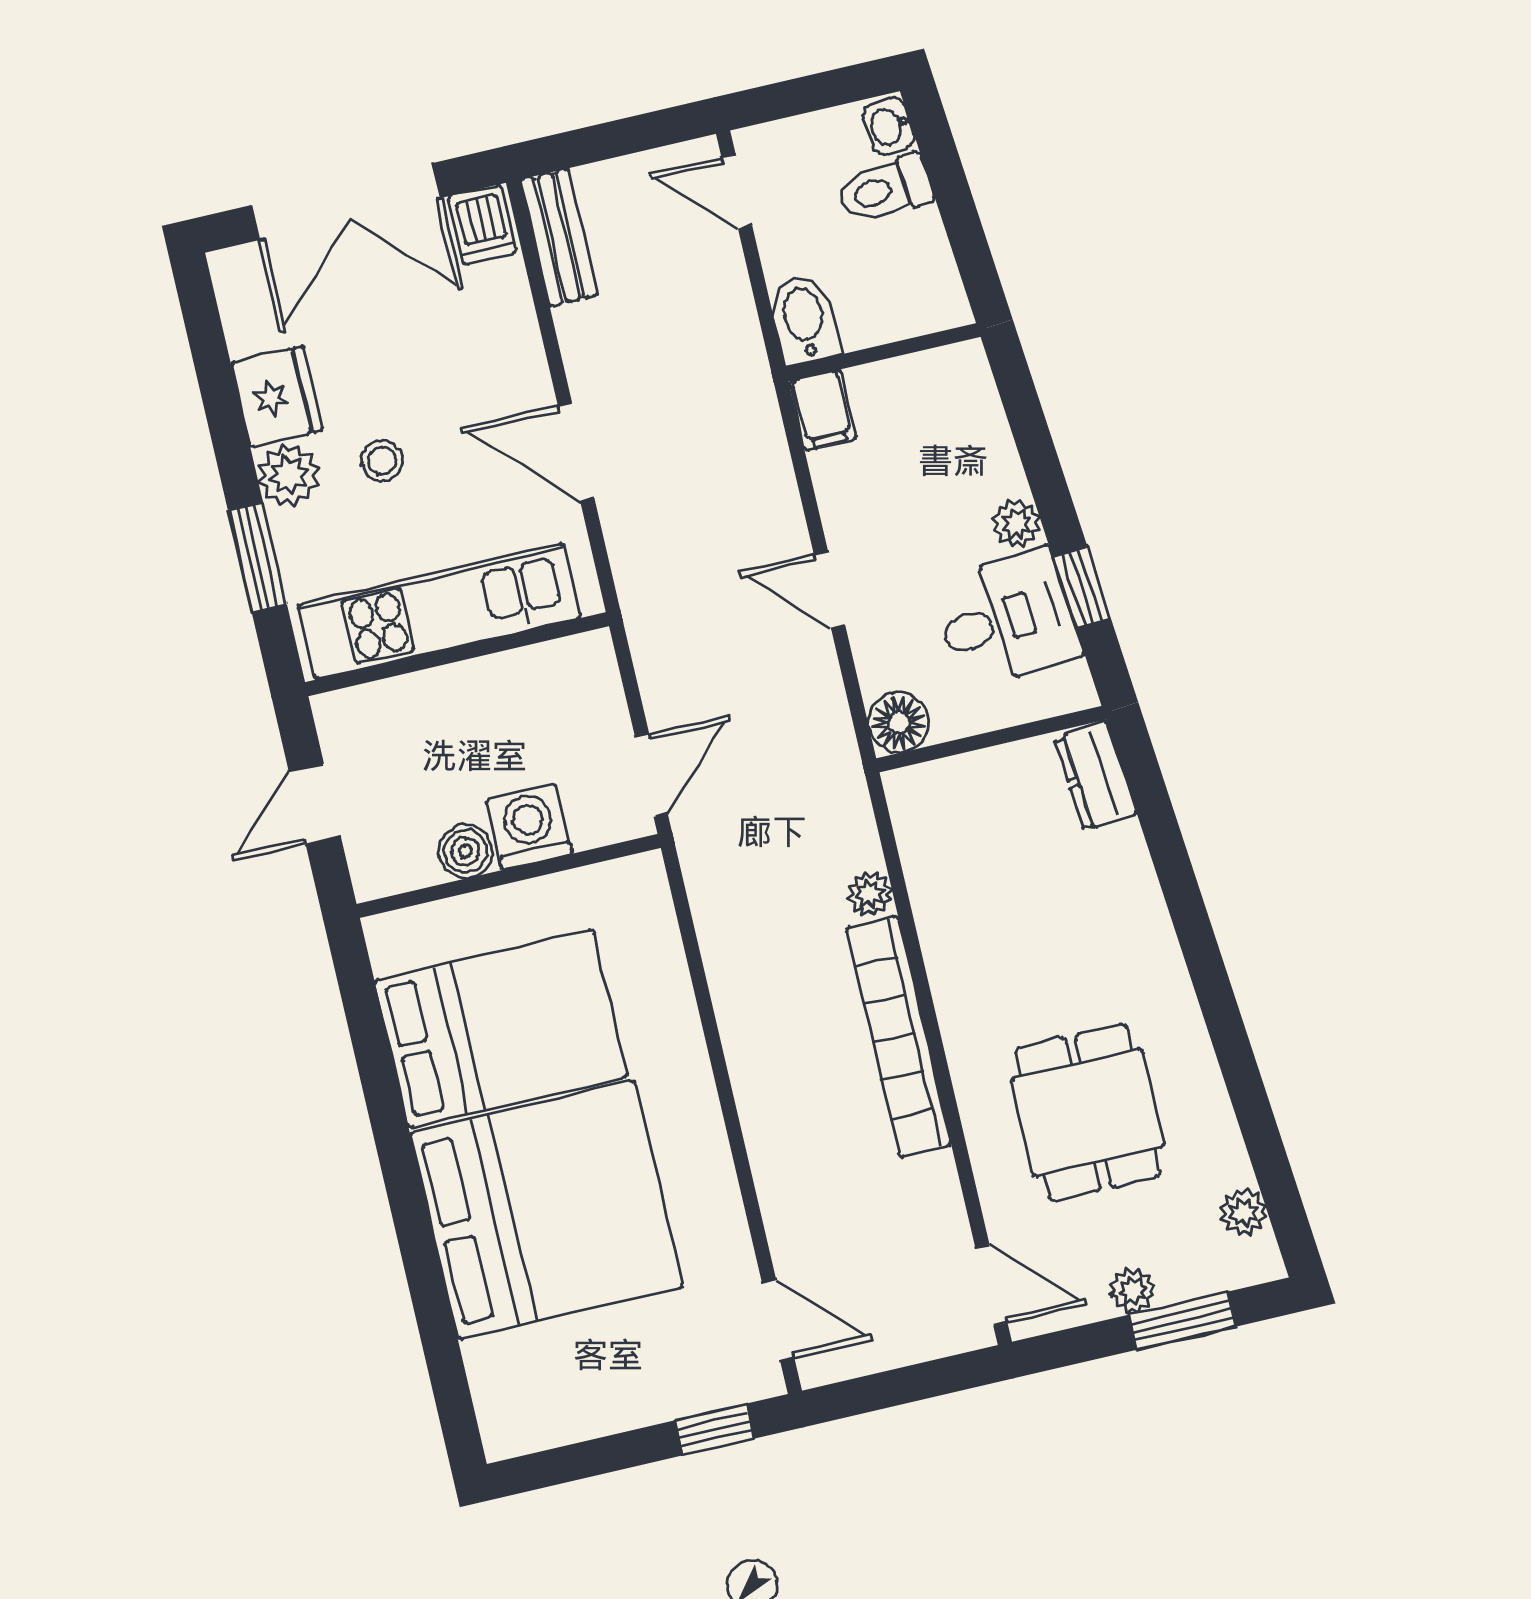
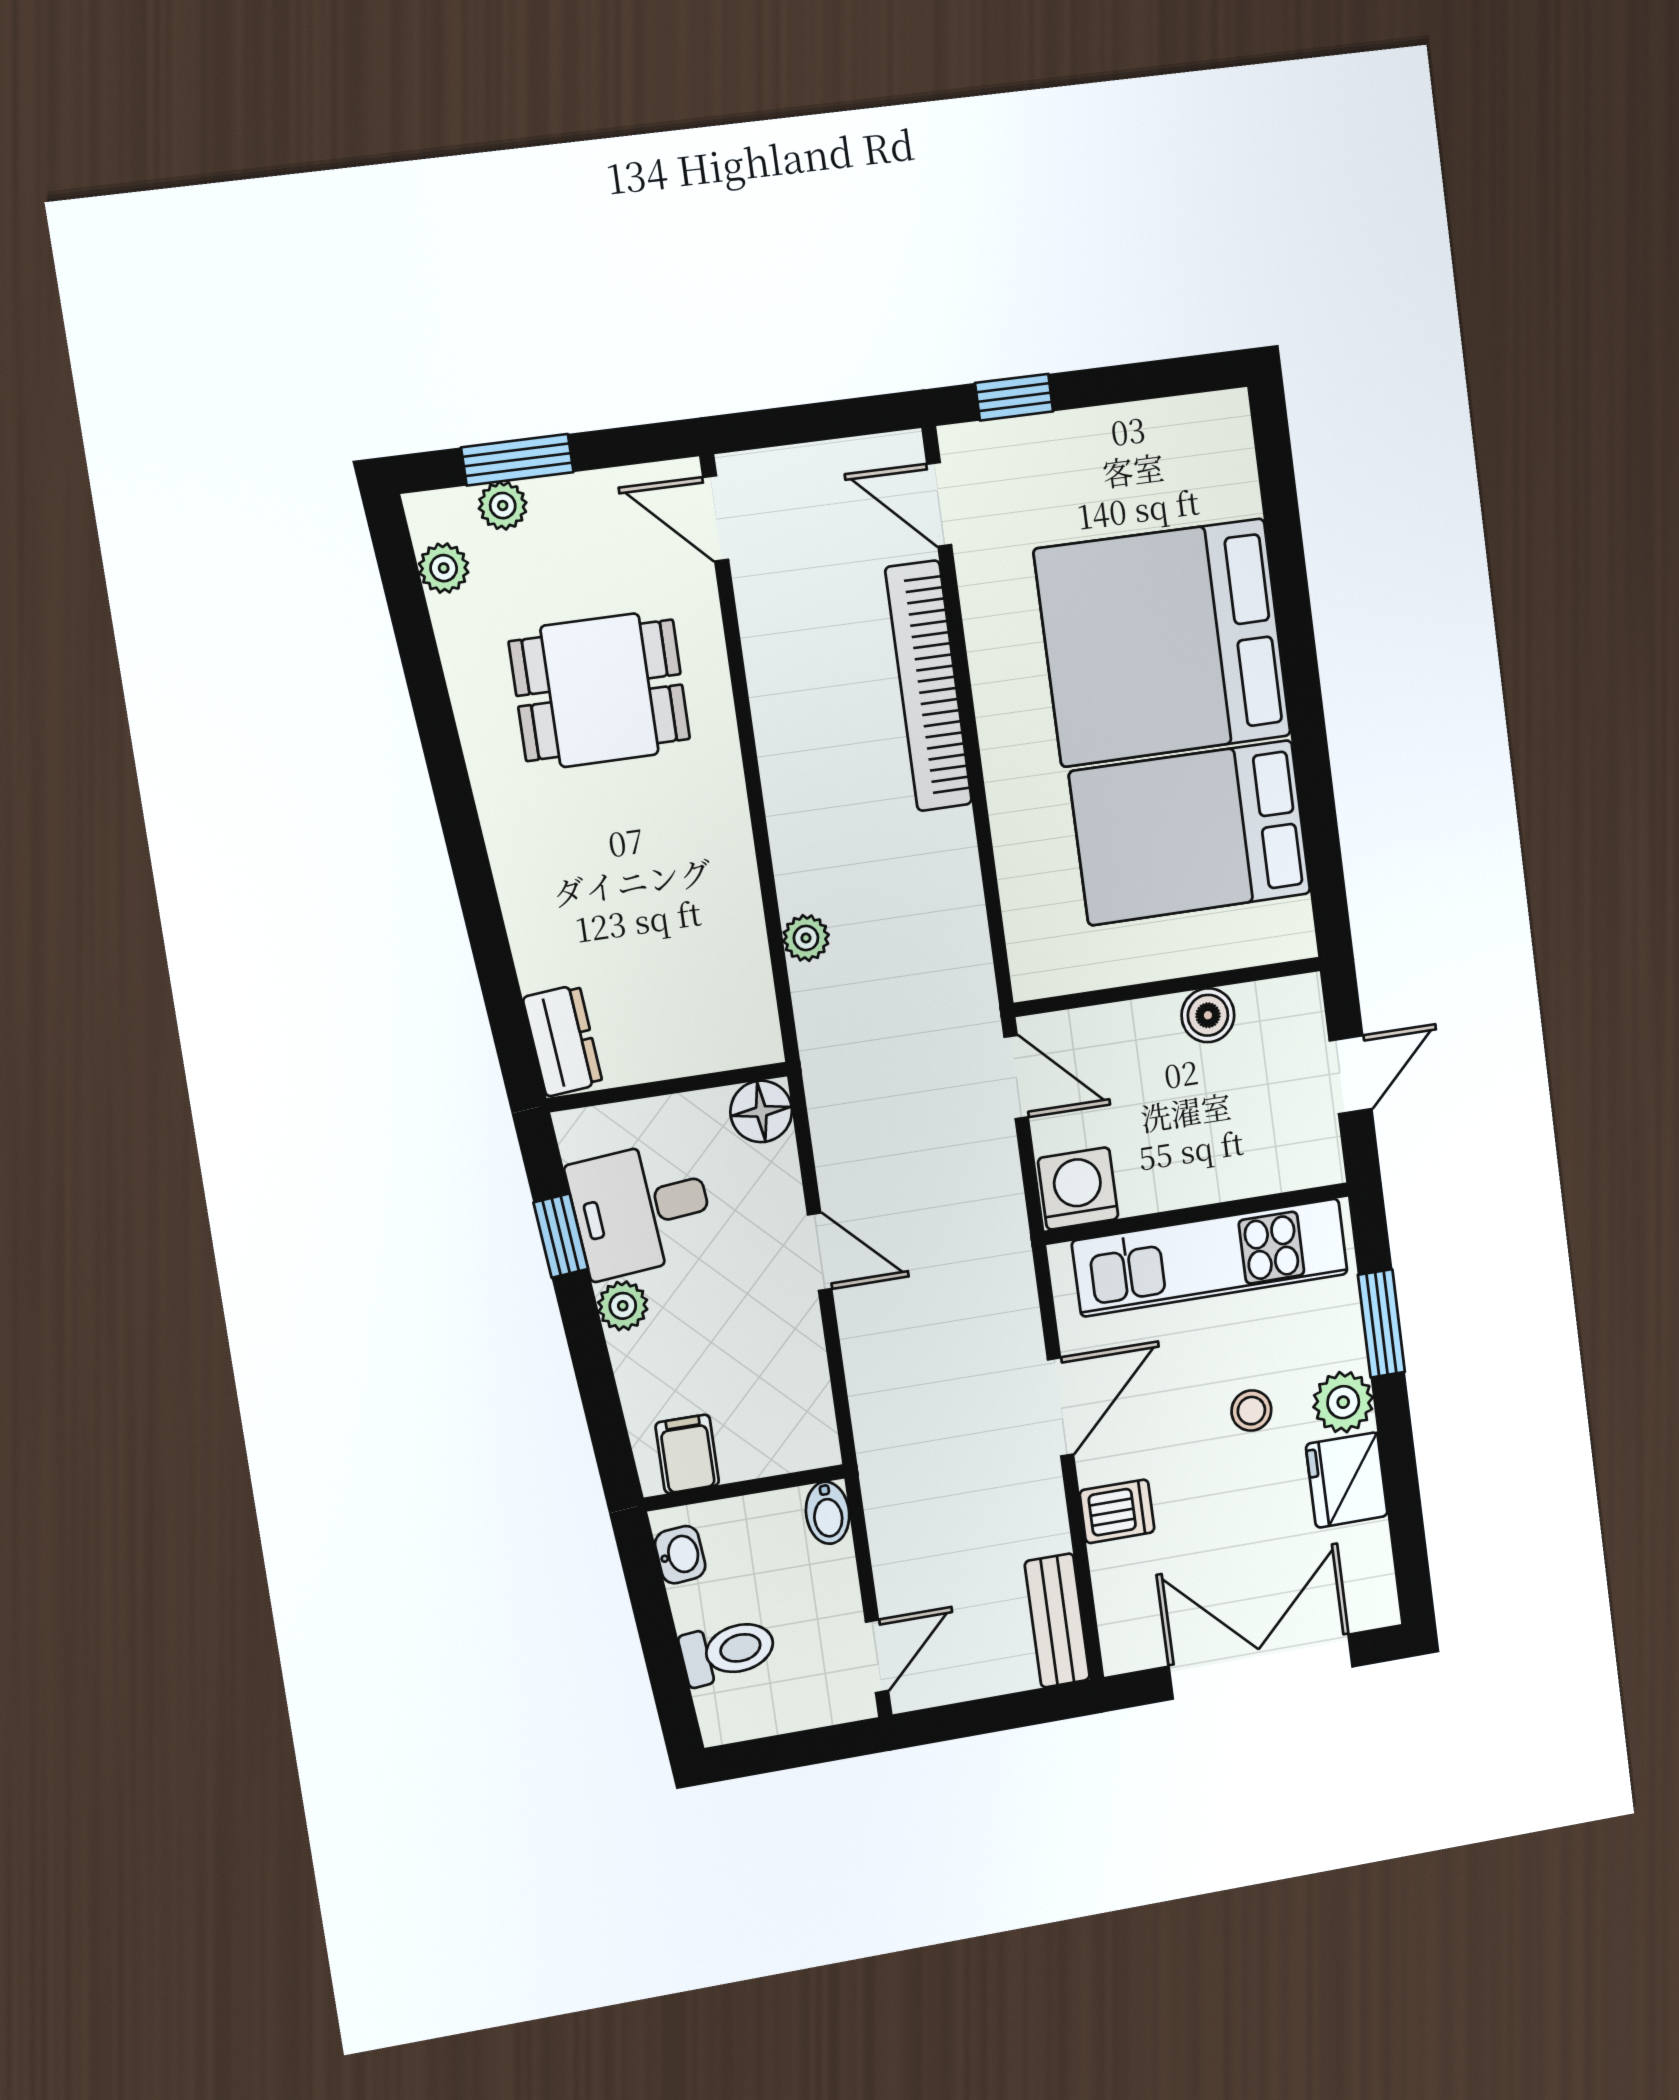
washbasin: (889, 126) -> (680, 1555), moved
door: (737, 192) -> (877, 1656), hinge flipped
dishwasher: (482, 224) -> (1117, 1511), moved, turned 90
bidet: (804, 320) -> (828, 1513), width x0.72, depth x0.74
filing cabinet: (823, 410) -> (687, 1454), moved
door: (576, 452) -> (1061, 1407), hinge flipped
door: (651, 775) -> (1016, 1077), swing flipped
washing machine: (529, 827) -> (1078, 1189), moved, turned 180
bookcase: (899, 1036) -> (928, 686), moved, turned 180
dining table: (1088, 1112) -> (600, 690), turned 90
plant: (1133, 1291) -> (503, 506), moved

